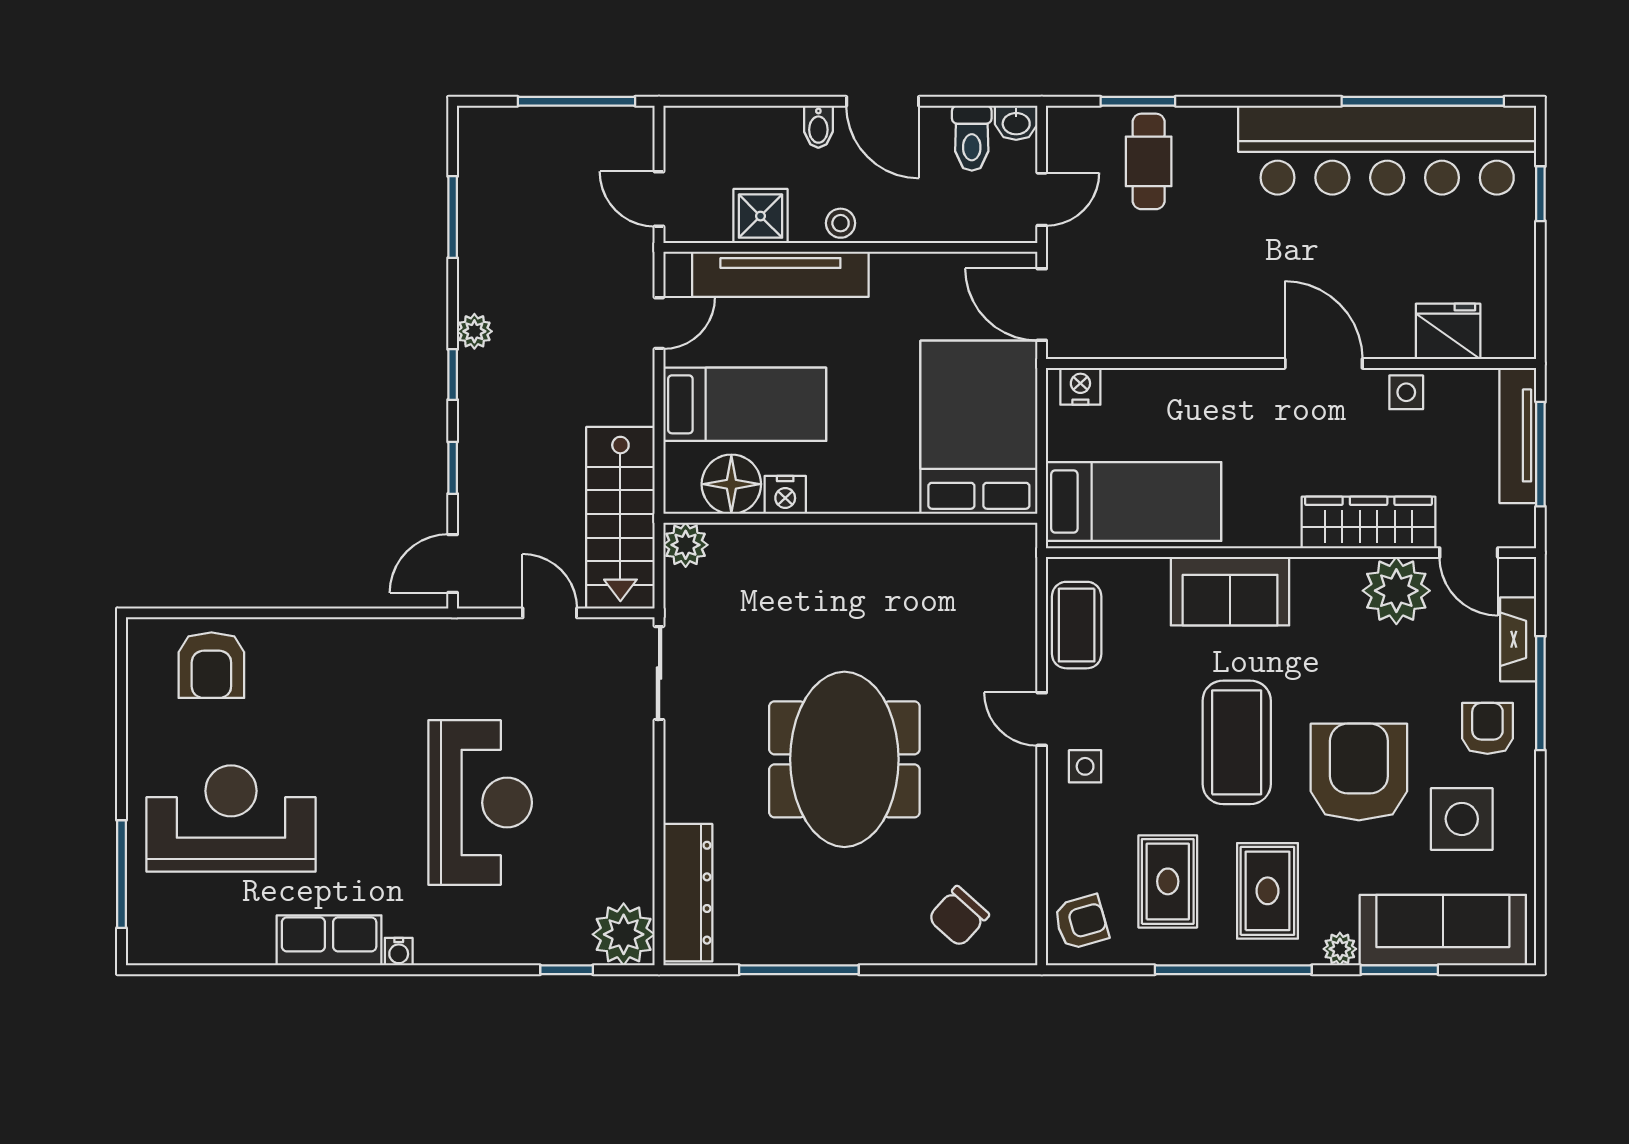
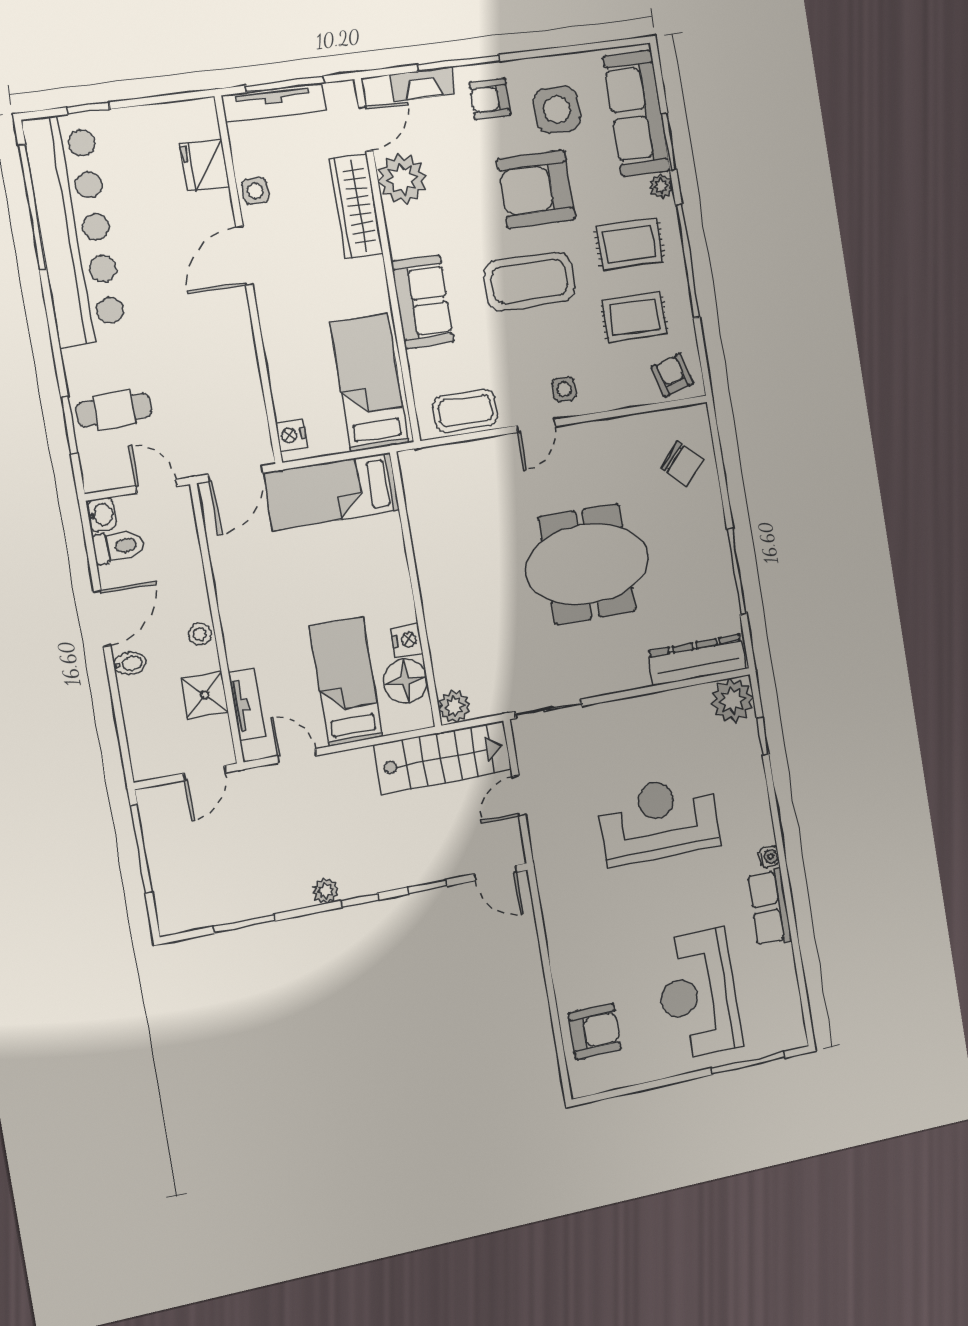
tv unit: (780, 274) -> (247, 704), width x0.52, depth x0.78
bed: (979, 427) -> (332, 491), width x0.67

